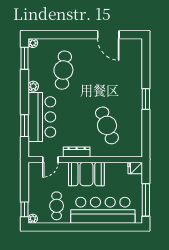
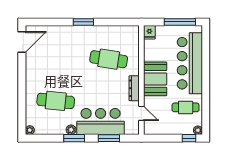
door: (108, 35) -> (22, 42), moved
window: (25, 58) -> (74, 138), moved
cafe table: (107, 125) -> (109, 59), turned 30

